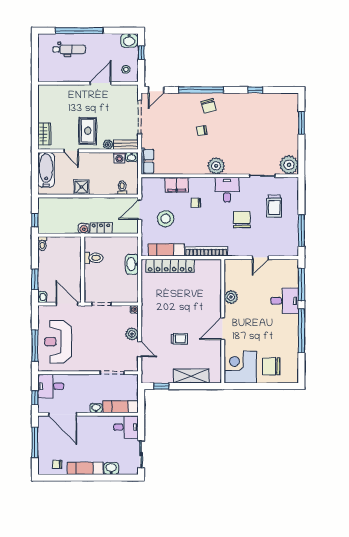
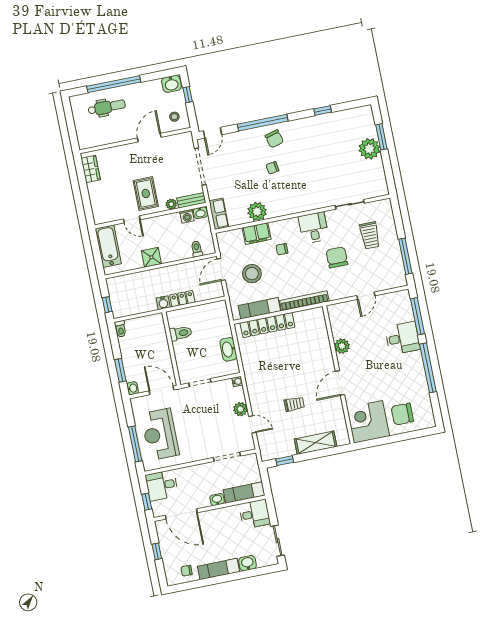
wardrobe: (44, 134) -> (91, 169), moved
plant: (289, 165) -> (369, 149), moved
plant: (216, 166) -> (257, 212), moved
washbasin: (132, 264) -> (228, 349), moved
window: (35, 442) -> (157, 551), width x0.46

